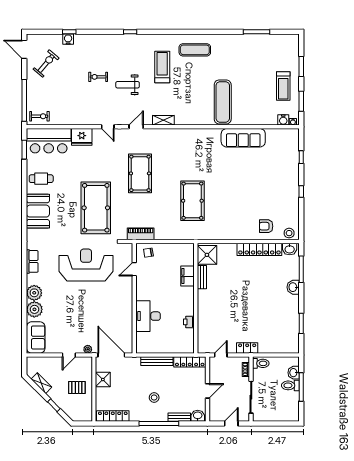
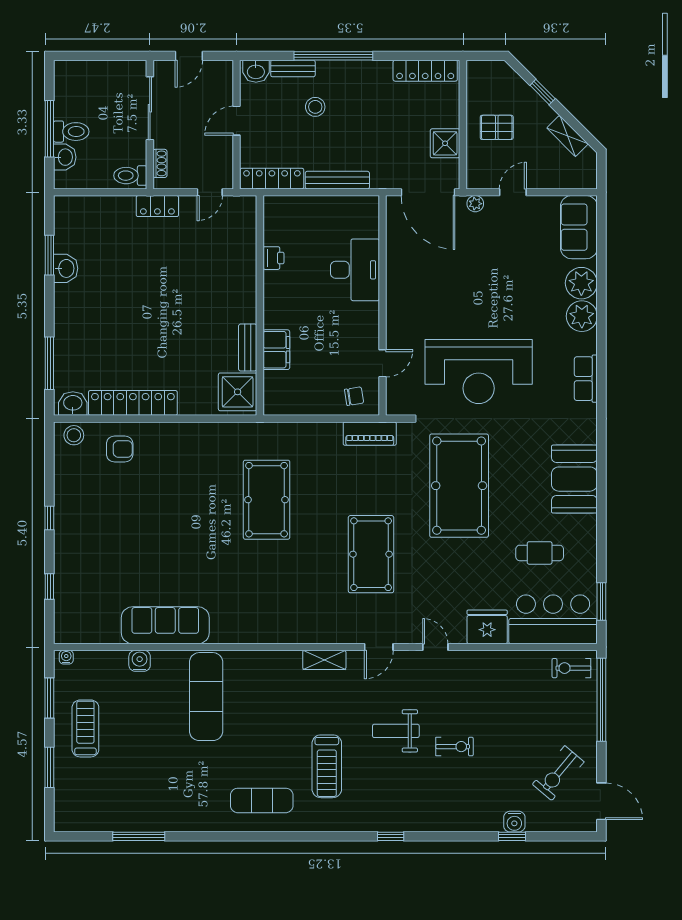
weight bench: (128, 85) -> (396, 731), turned 180
water cooler: (283, 120) -> (140, 661), moved
cafe table: (41, 179) -> (540, 553), moved
washbasin: (293, 287) -> (66, 268), moved
stool: (154, 398) -> (315, 107), moved

